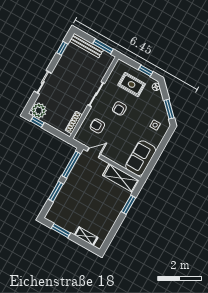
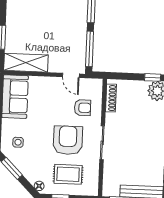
armchair: (119, 108) -> (68, 140), width x1.88, depth x1.88
door: (94, 153) -> (71, 75), hinge flipped

